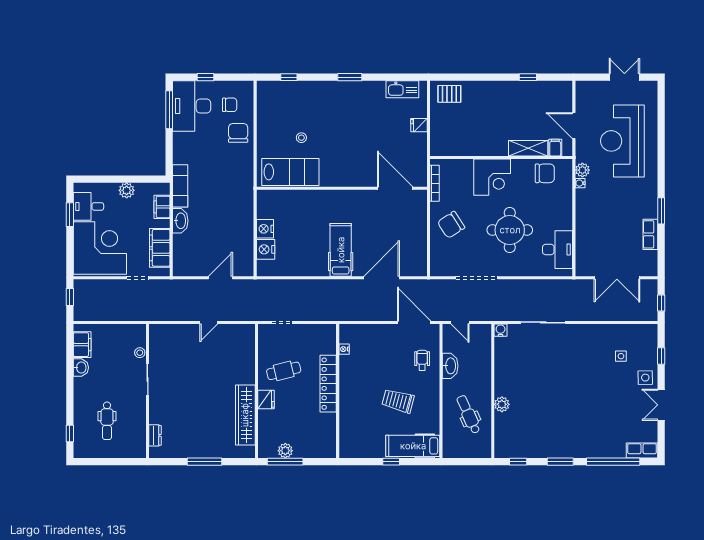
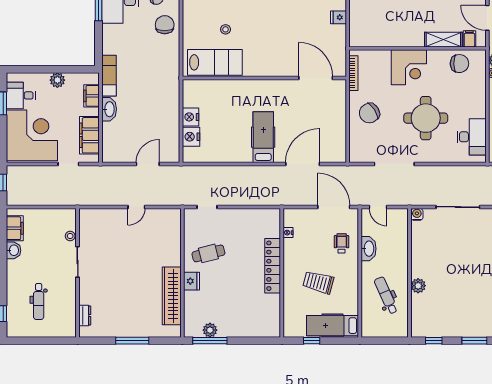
nightstand: (344, 349) -> (288, 233), moved
locker: (328, 384) -> (273, 266), moved
wall: (338, 391) -> (282, 273), moved

